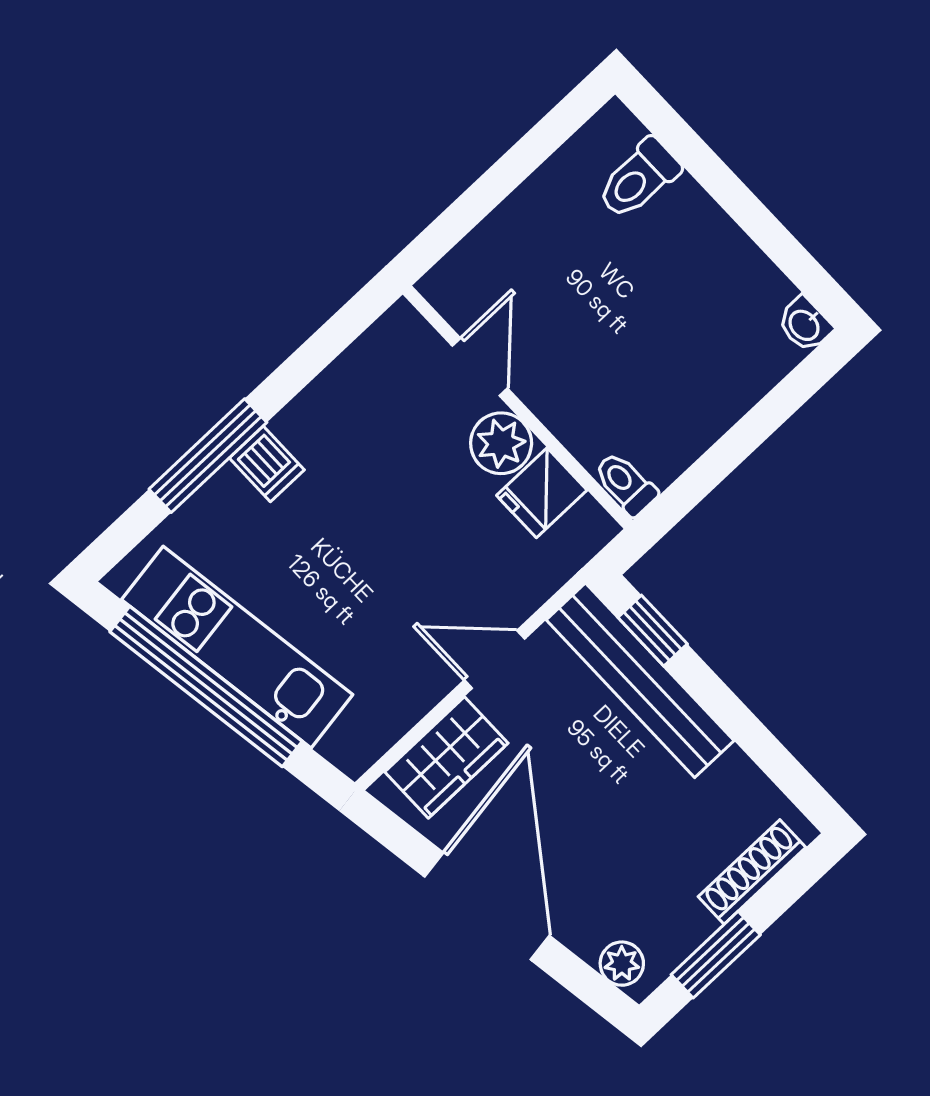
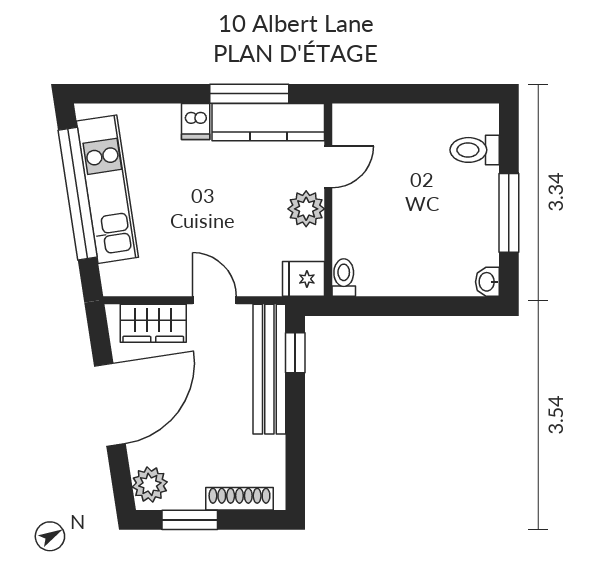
window: (752, 216) -> (509, 213), added
kitchen counter: (356, 381) -> (268, 122), added
window: (208, 456) -> (249, 94), moved
fridge: (542, 493) -> (304, 279), moved
plant: (622, 964) -> (150, 484), width x1.38, depth x1.38

